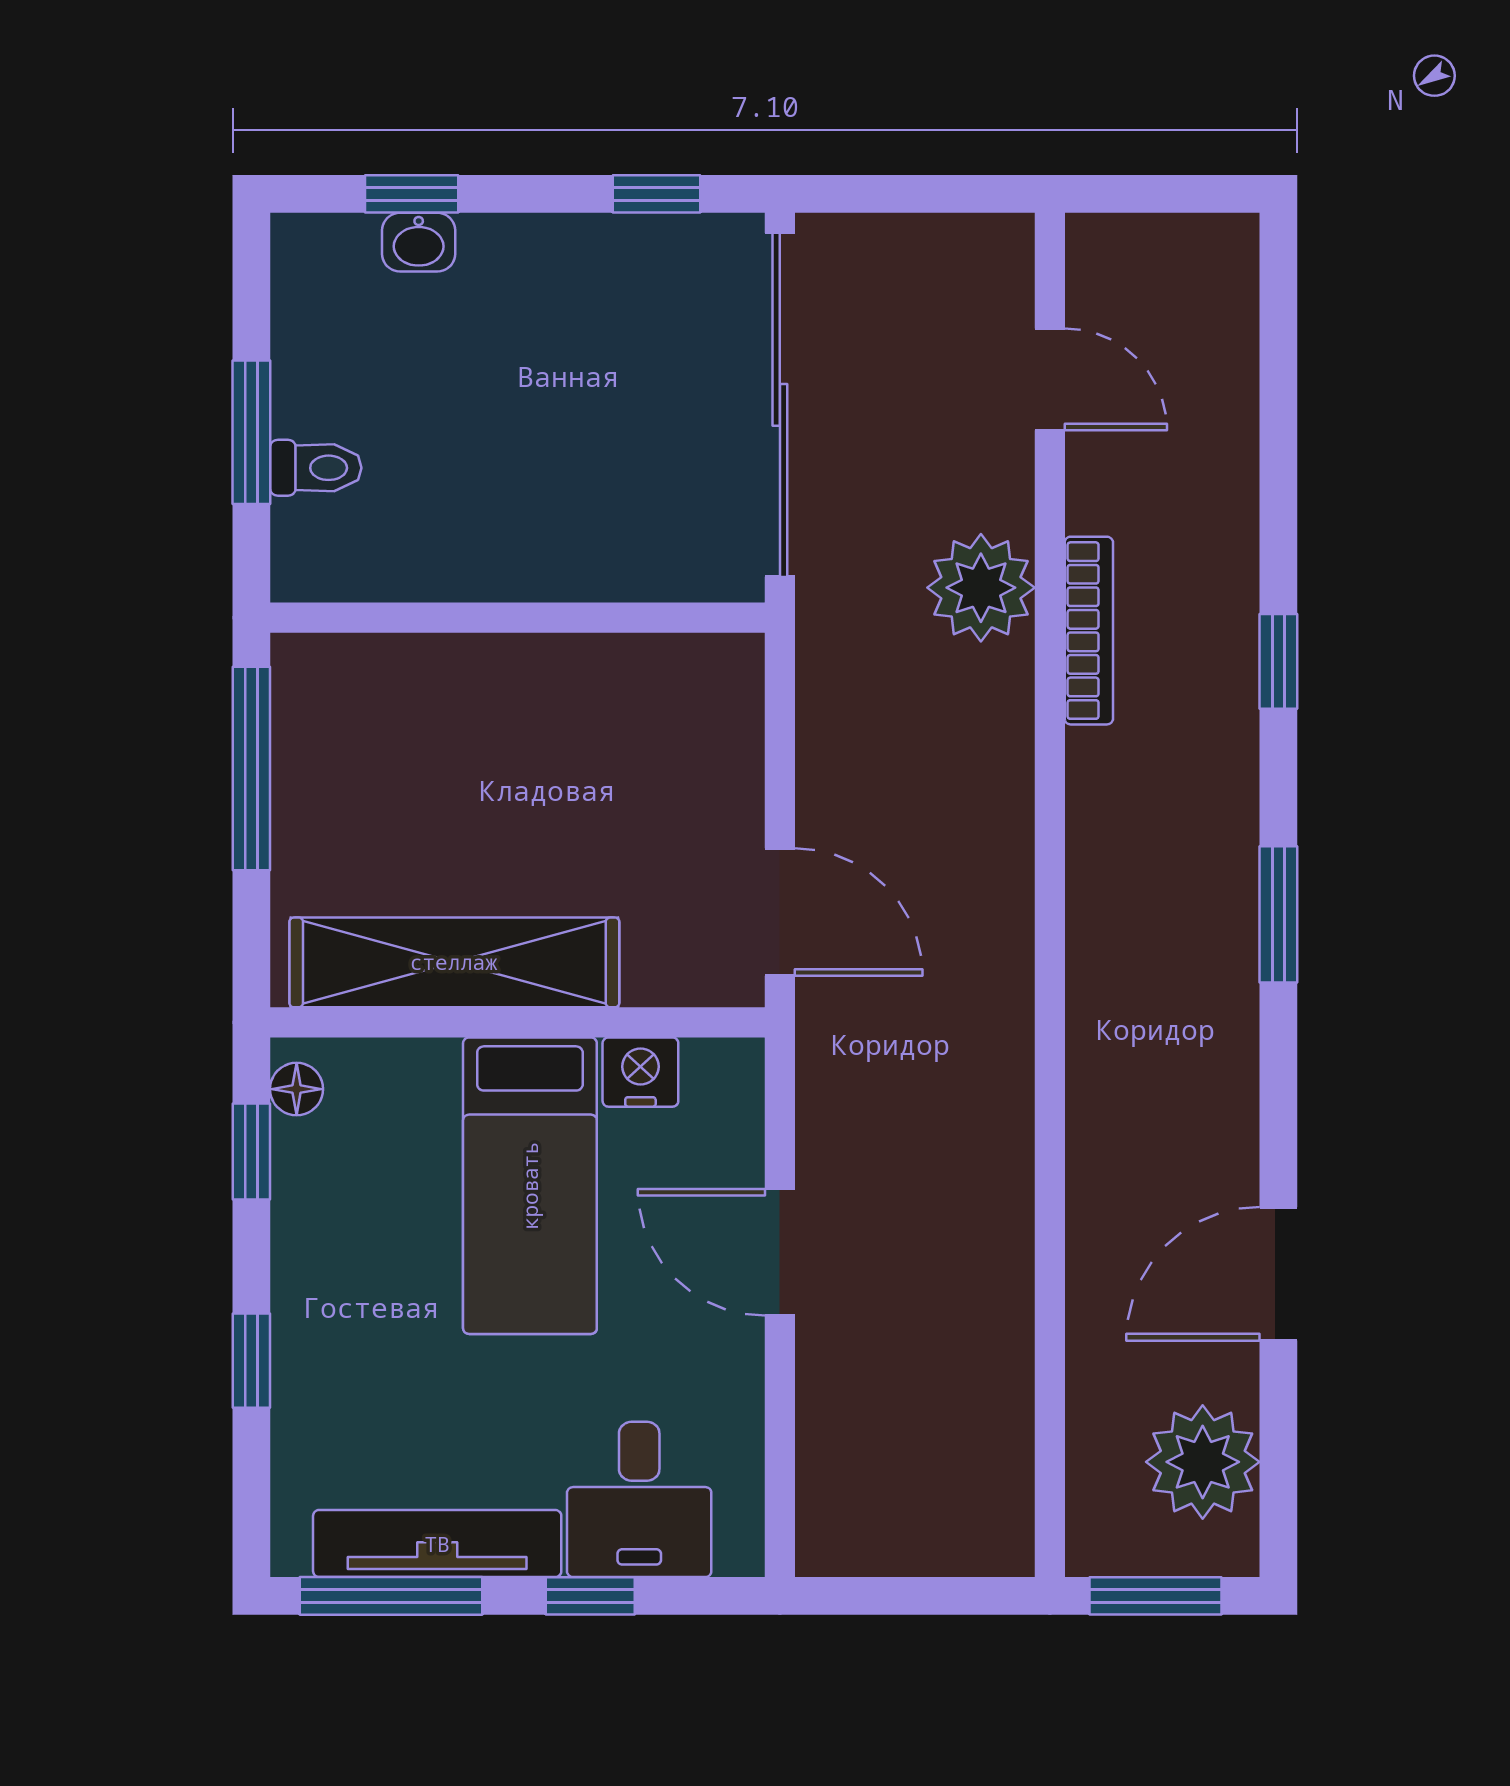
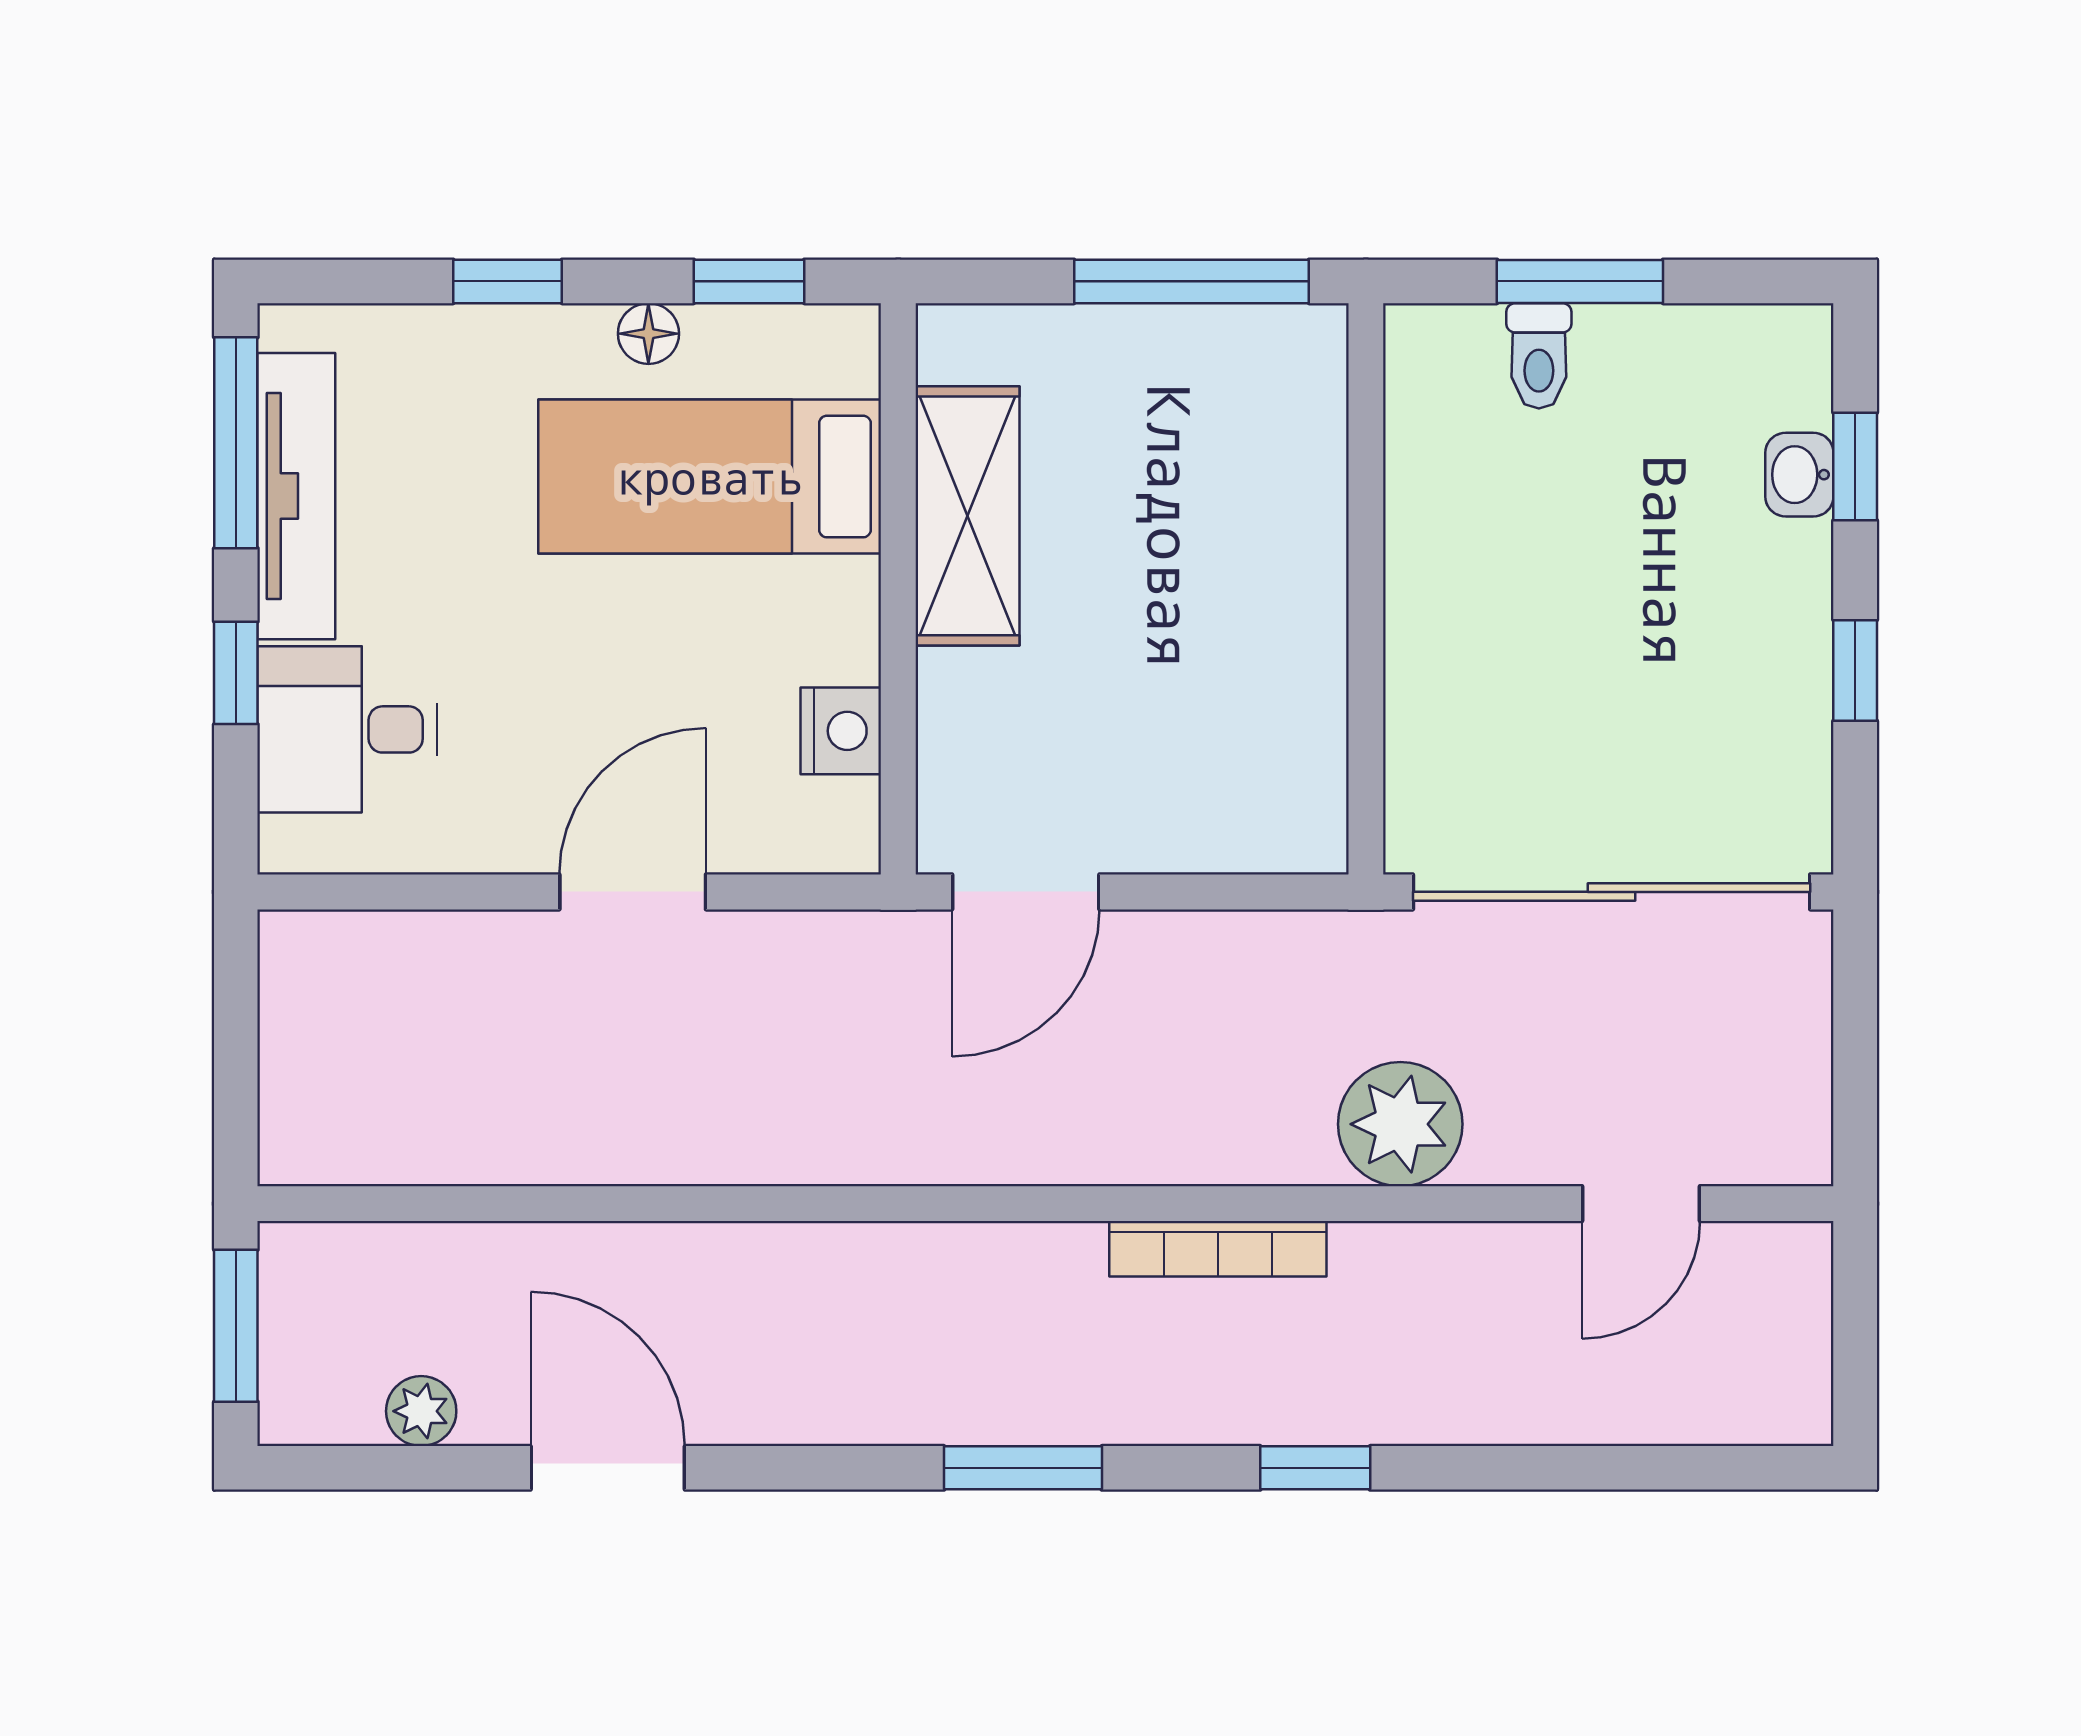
window: (656, 194) -> (1855, 670), moved
bookcase: (1089, 631) -> (1218, 1249), moved
shelving: (454, 962) -> (967, 516), width x0.68
floor lamp: (297, 1089) -> (648, 334), moved
bed: (530, 1186) -> (710, 477), moved
plant: (1203, 1462) -> (421, 1411), width x0.53, depth x0.53

